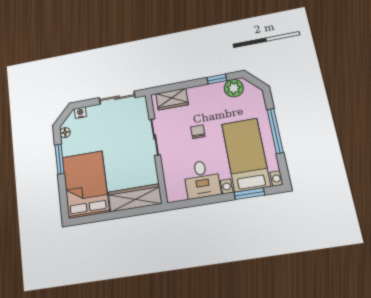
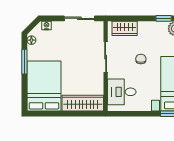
desk: (202, 179) -> (122, 92), moved, turned 90

